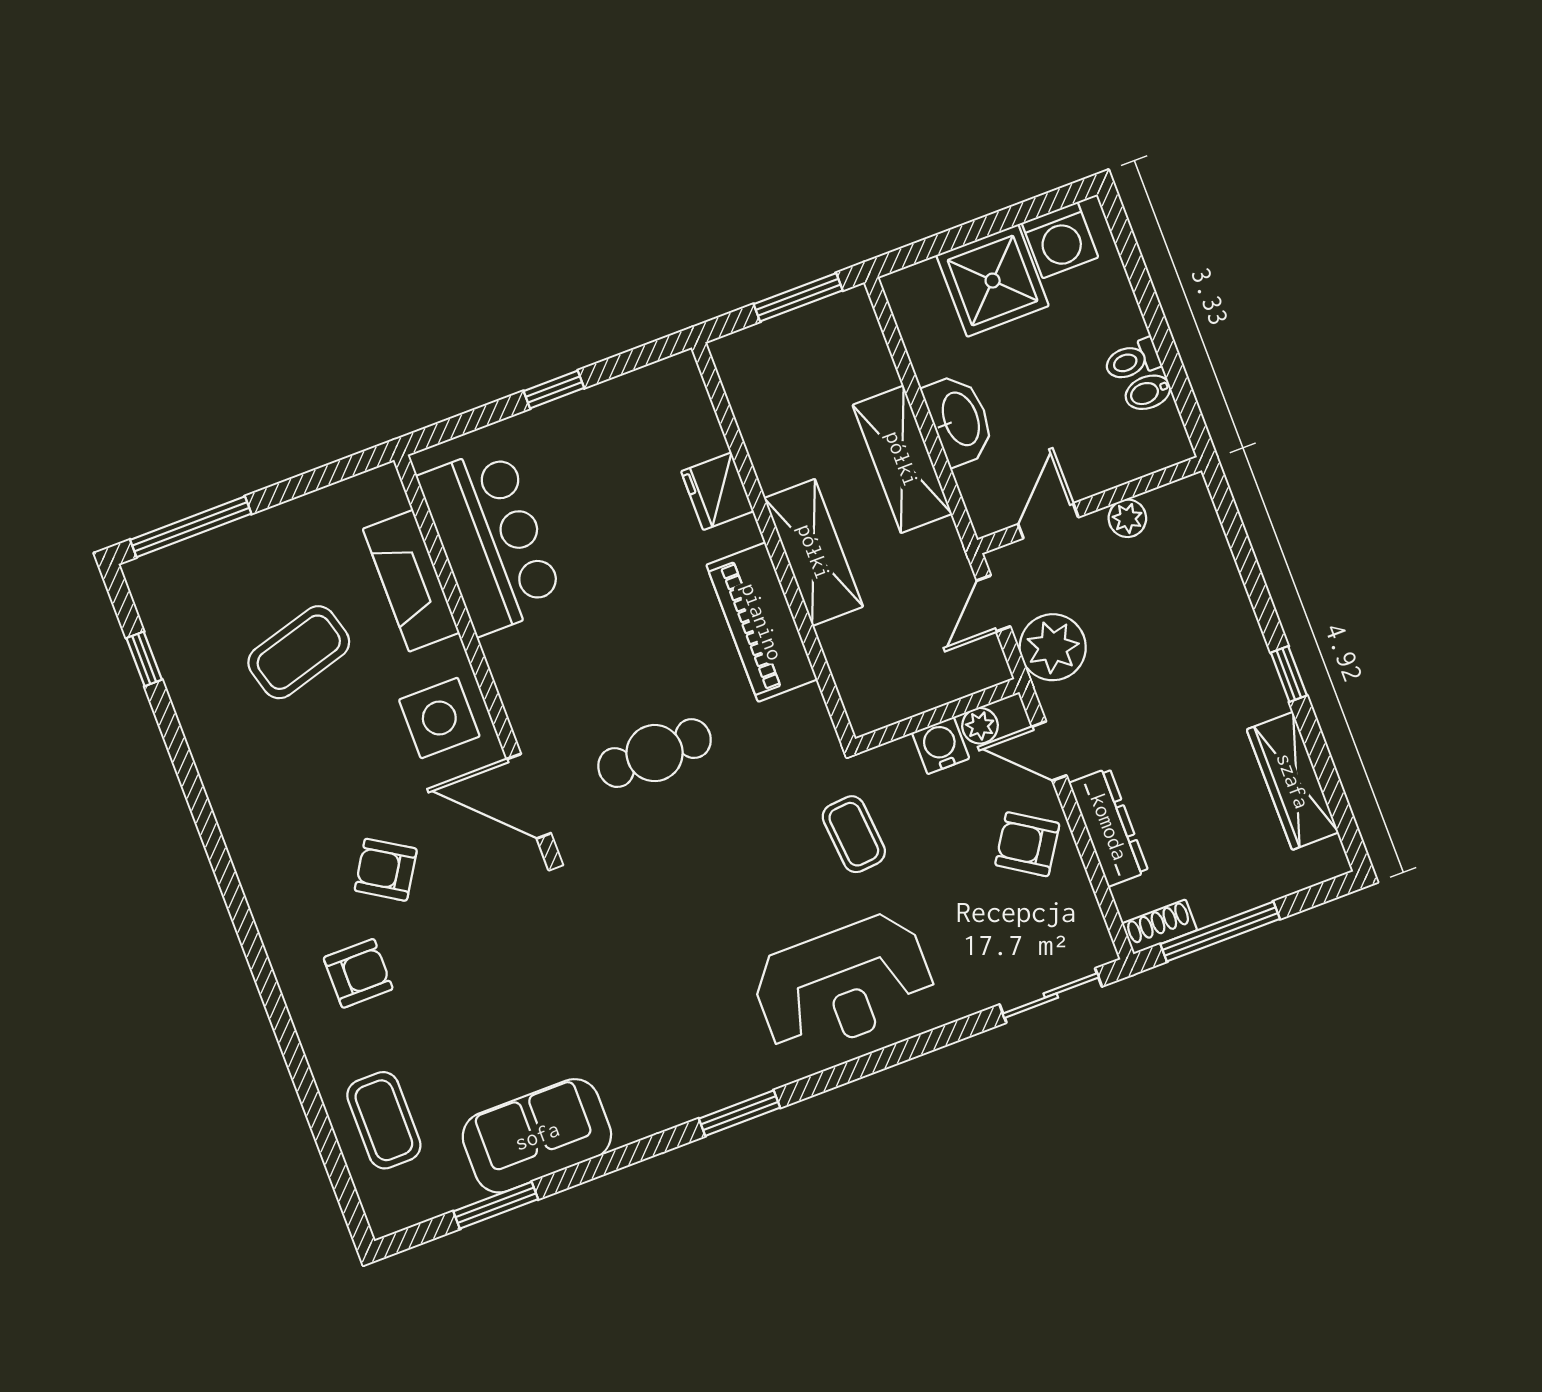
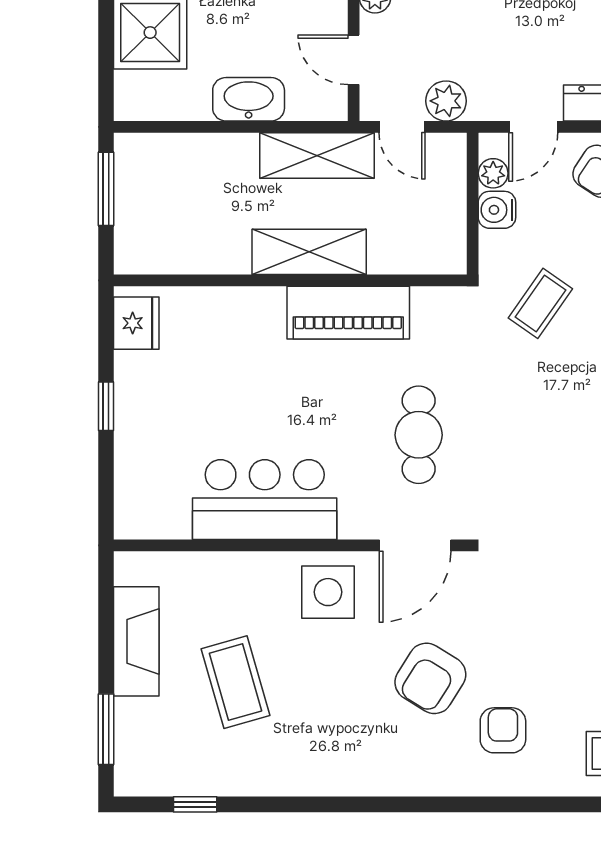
shelving: (902, 459) -> (317, 155), moved
fridge: (717, 491) -> (136, 323), moved, turned -90
window: (191, 527) -> (106, 729), width x0.69
bar counter: (491, 540) -> (265, 500), moved
fireplace: (411, 581) -> (136, 641), moved, turned -90
plant: (1053, 647) -> (446, 101), width x0.73, depth x0.73
coffee table: (854, 834) -> (540, 303), turned -50
armchair: (386, 870) -> (430, 678), width x1.38, depth x1.38

